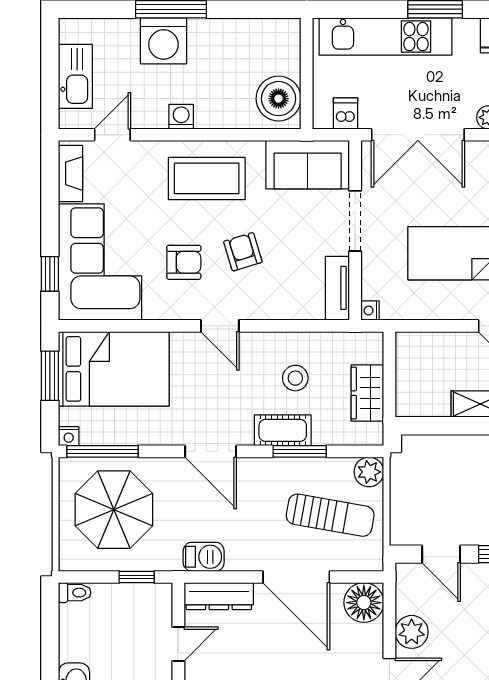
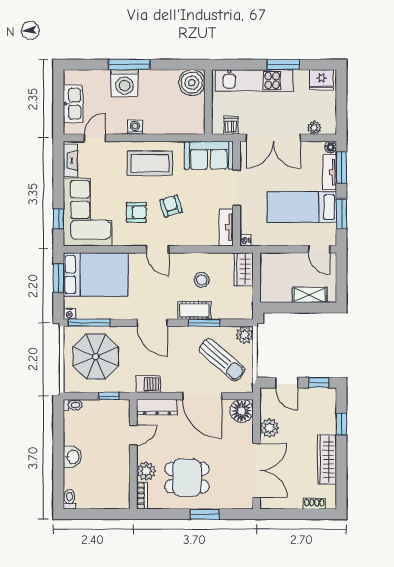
boiler: (279, 99) -> (192, 83), moved
wardrobe: (367, 393) -> (244, 269), moved
sun lounger: (330, 515) -> (222, 360), turned 31

